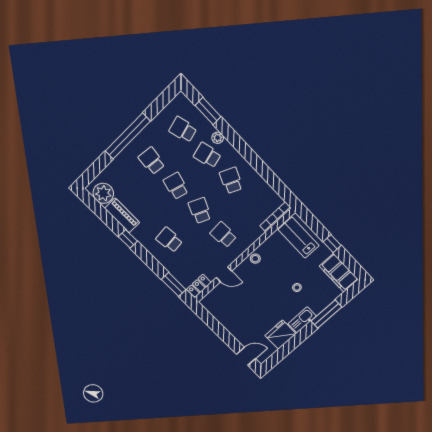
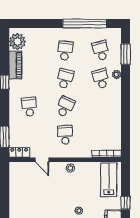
window: (128, 136) -> (85, 23), moved
school desk: (231, 180) -> (101, 107), removed

